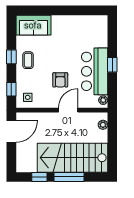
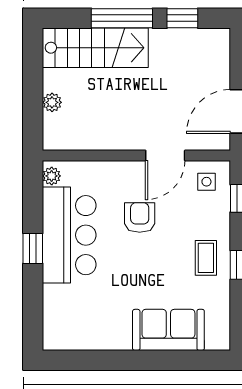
sofa: (33, 25) -> (168, 330), moved
door: (68, 110) -> (165, 155), moved
plant: (103, 125) -> (52, 102), moved
stairs: (73, 158) -> (95, 48), width x0.73, depth x0.66

